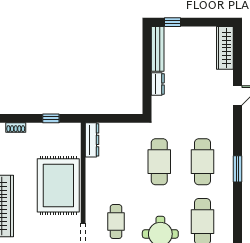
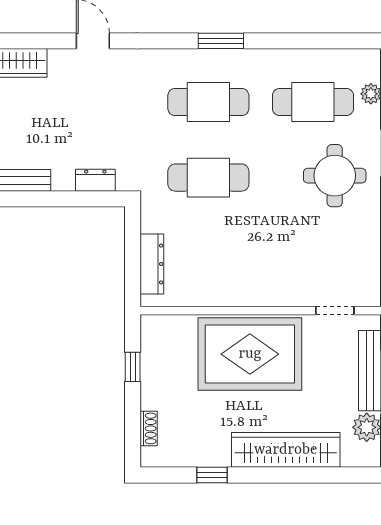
dresser: (158, 84) -> (95, 180), moved
dresser: (92, 140) -> (152, 264), moved, turned 90
cafe table: (116, 222) -> (313, 253), removed

